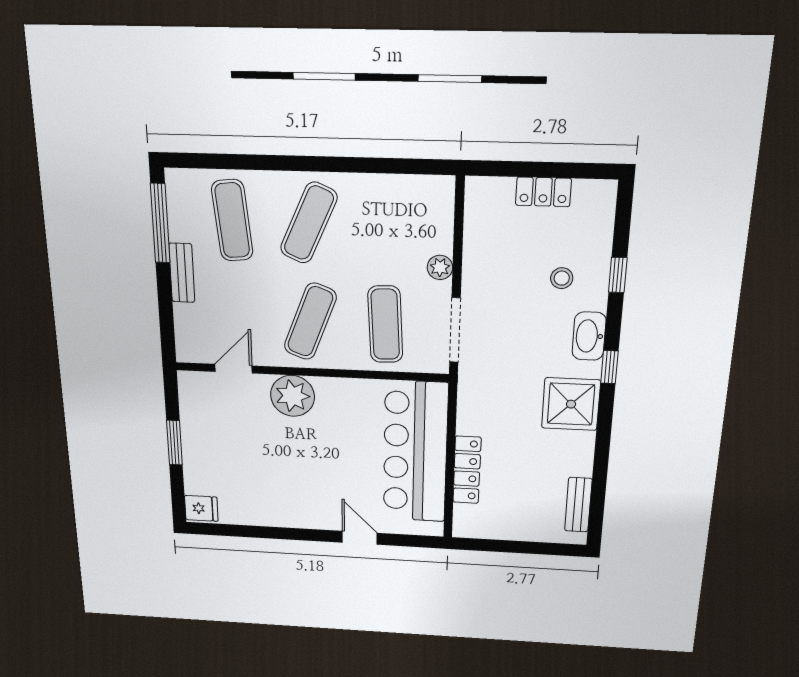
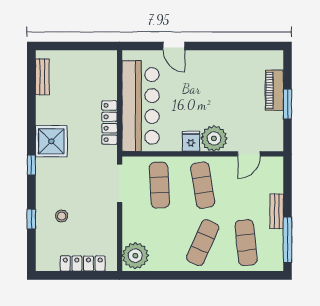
locker: (543, 192) -> (83, 264), width x1.53
plant: (440, 267) -> (135, 256), moved, width x1.88, depth x1.88
exercise mat: (310, 321) -> (203, 185), turned -30
washbasin: (589, 336) -> (44, 183), removed
piano: (197, 464) -> (274, 90), added
locker: (467, 470) -> (109, 123), moved
fridge: (201, 508) -> (191, 141), moved, turned 90

